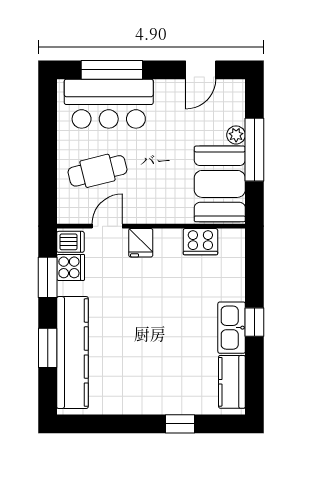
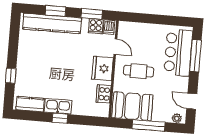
plant: (236, 135) -> (177, 118), moved
cafe table: (97, 171) -> (139, 71), moved, turned -76
fridge: (141, 243) -> (103, 68), width x1.88, depth x1.34

